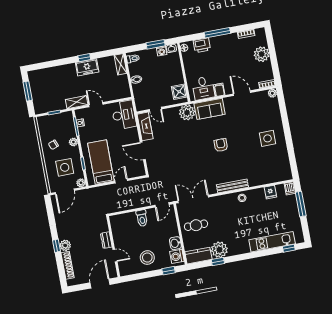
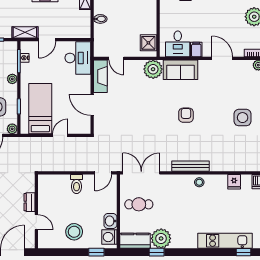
door: (96, 105) -> (47, 40), swing flipped

